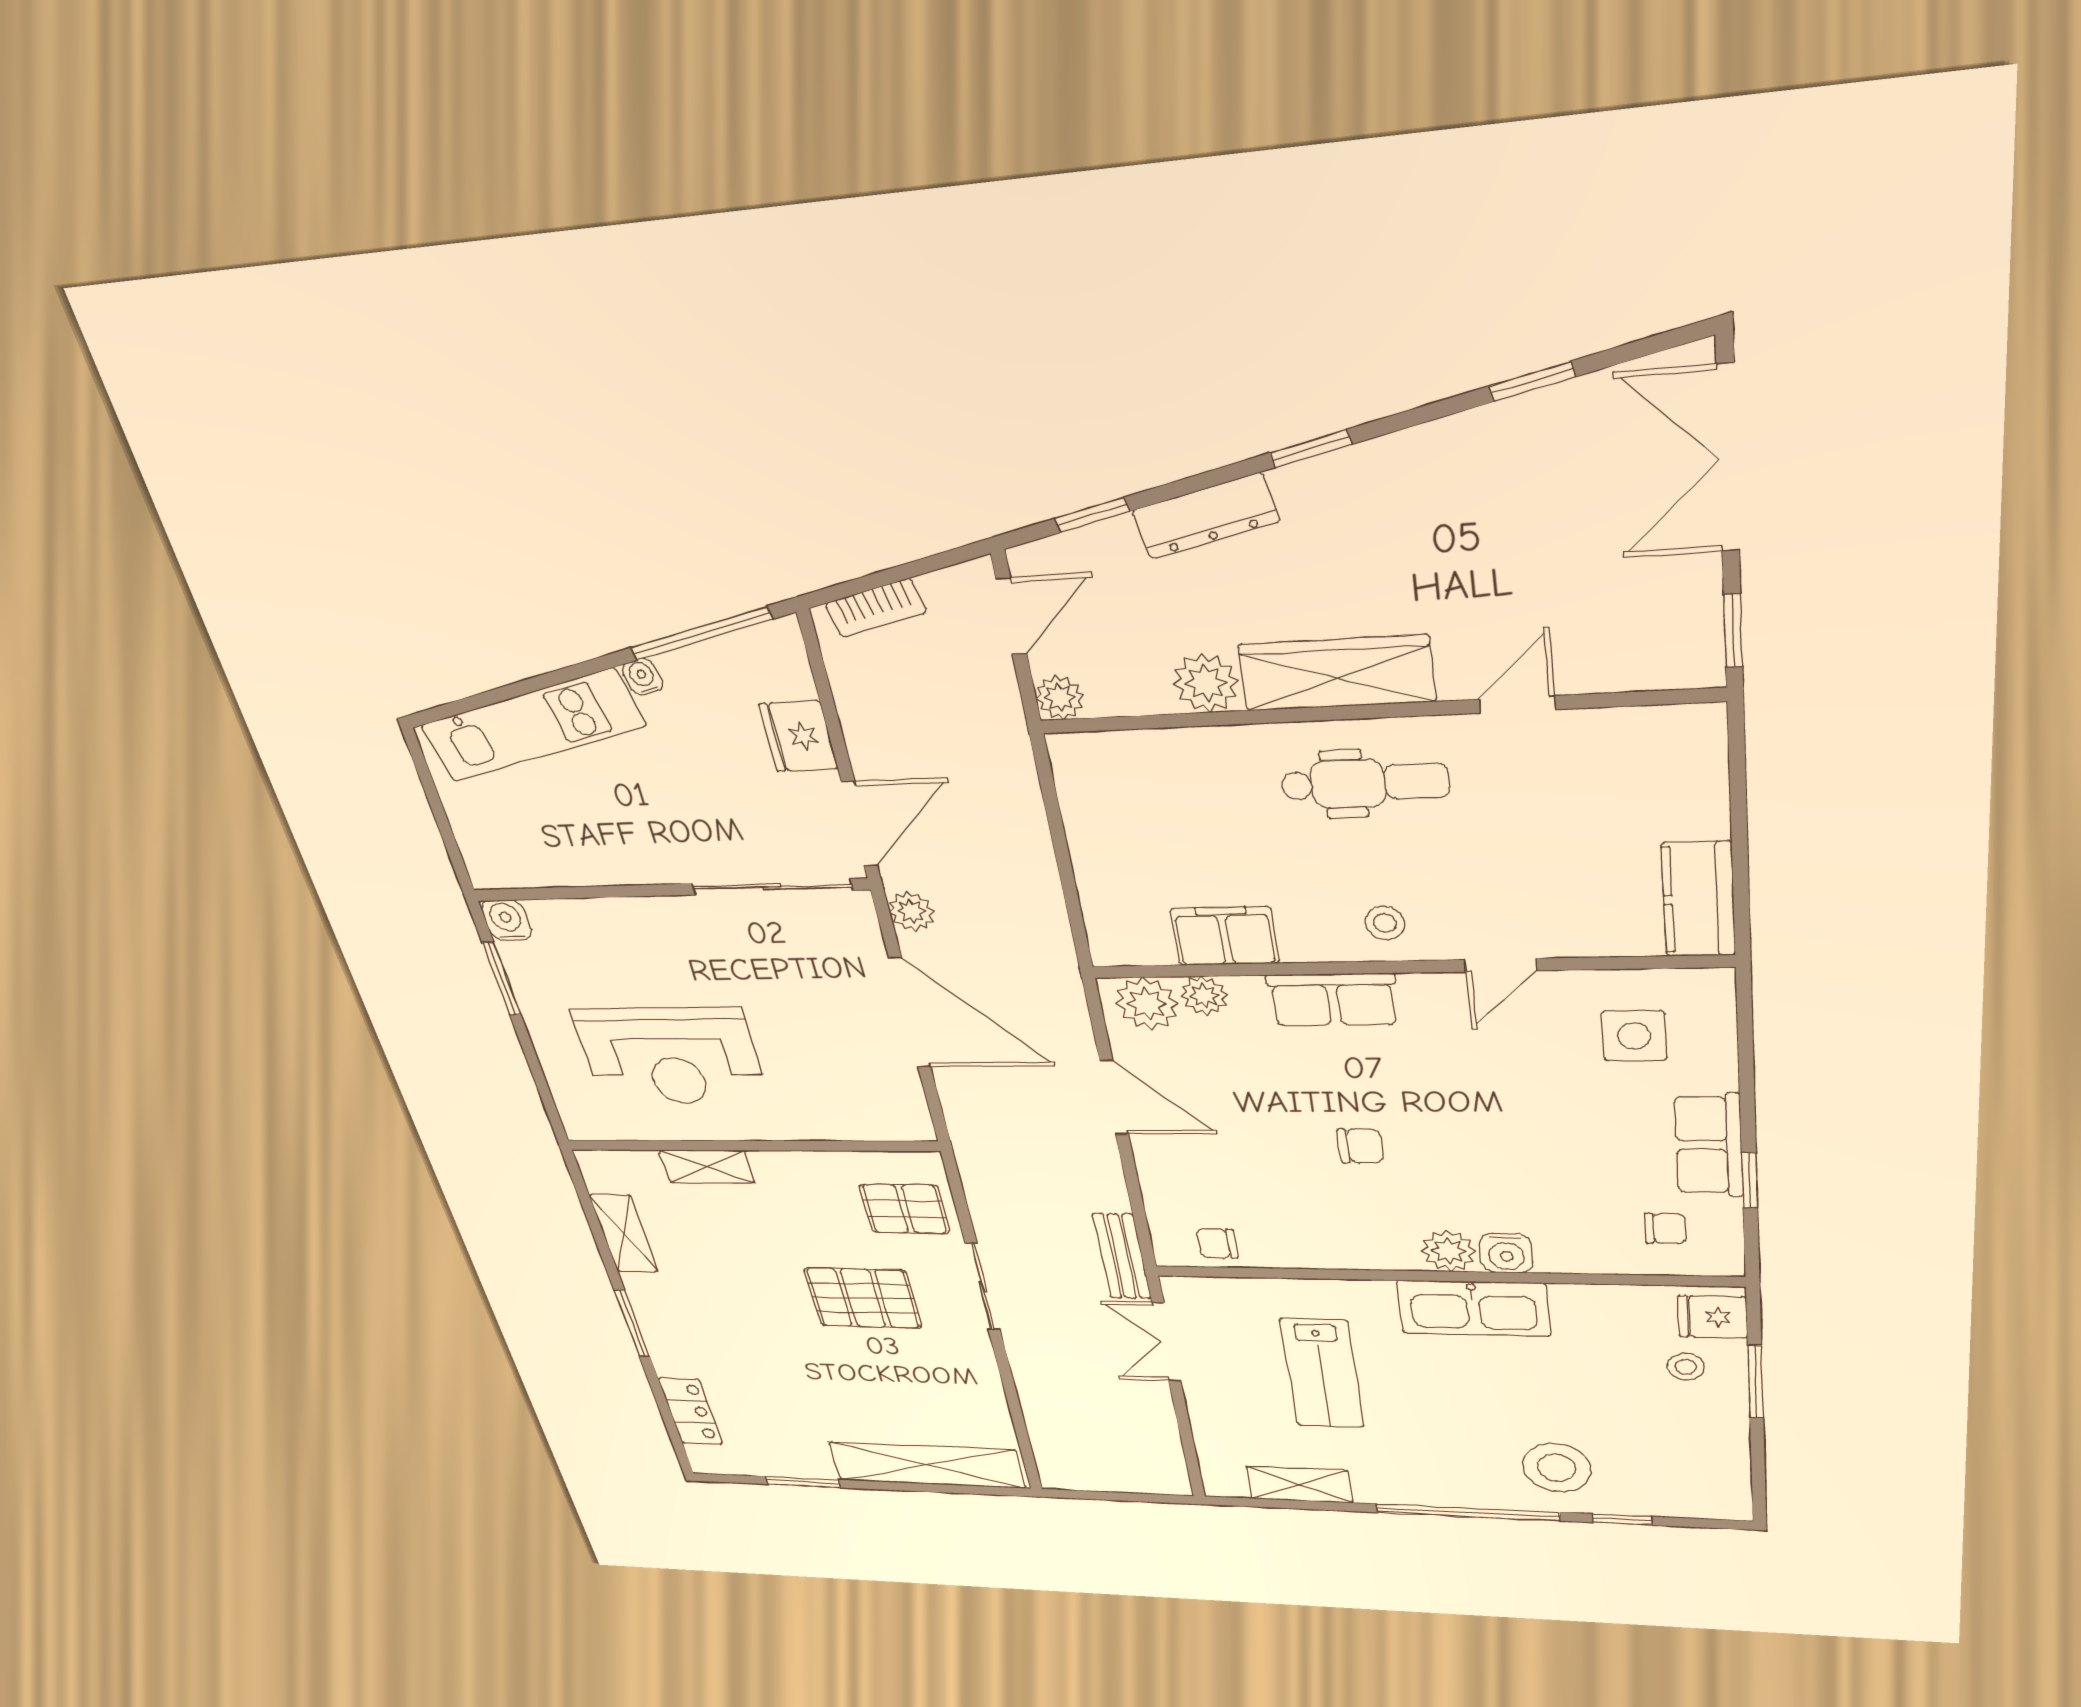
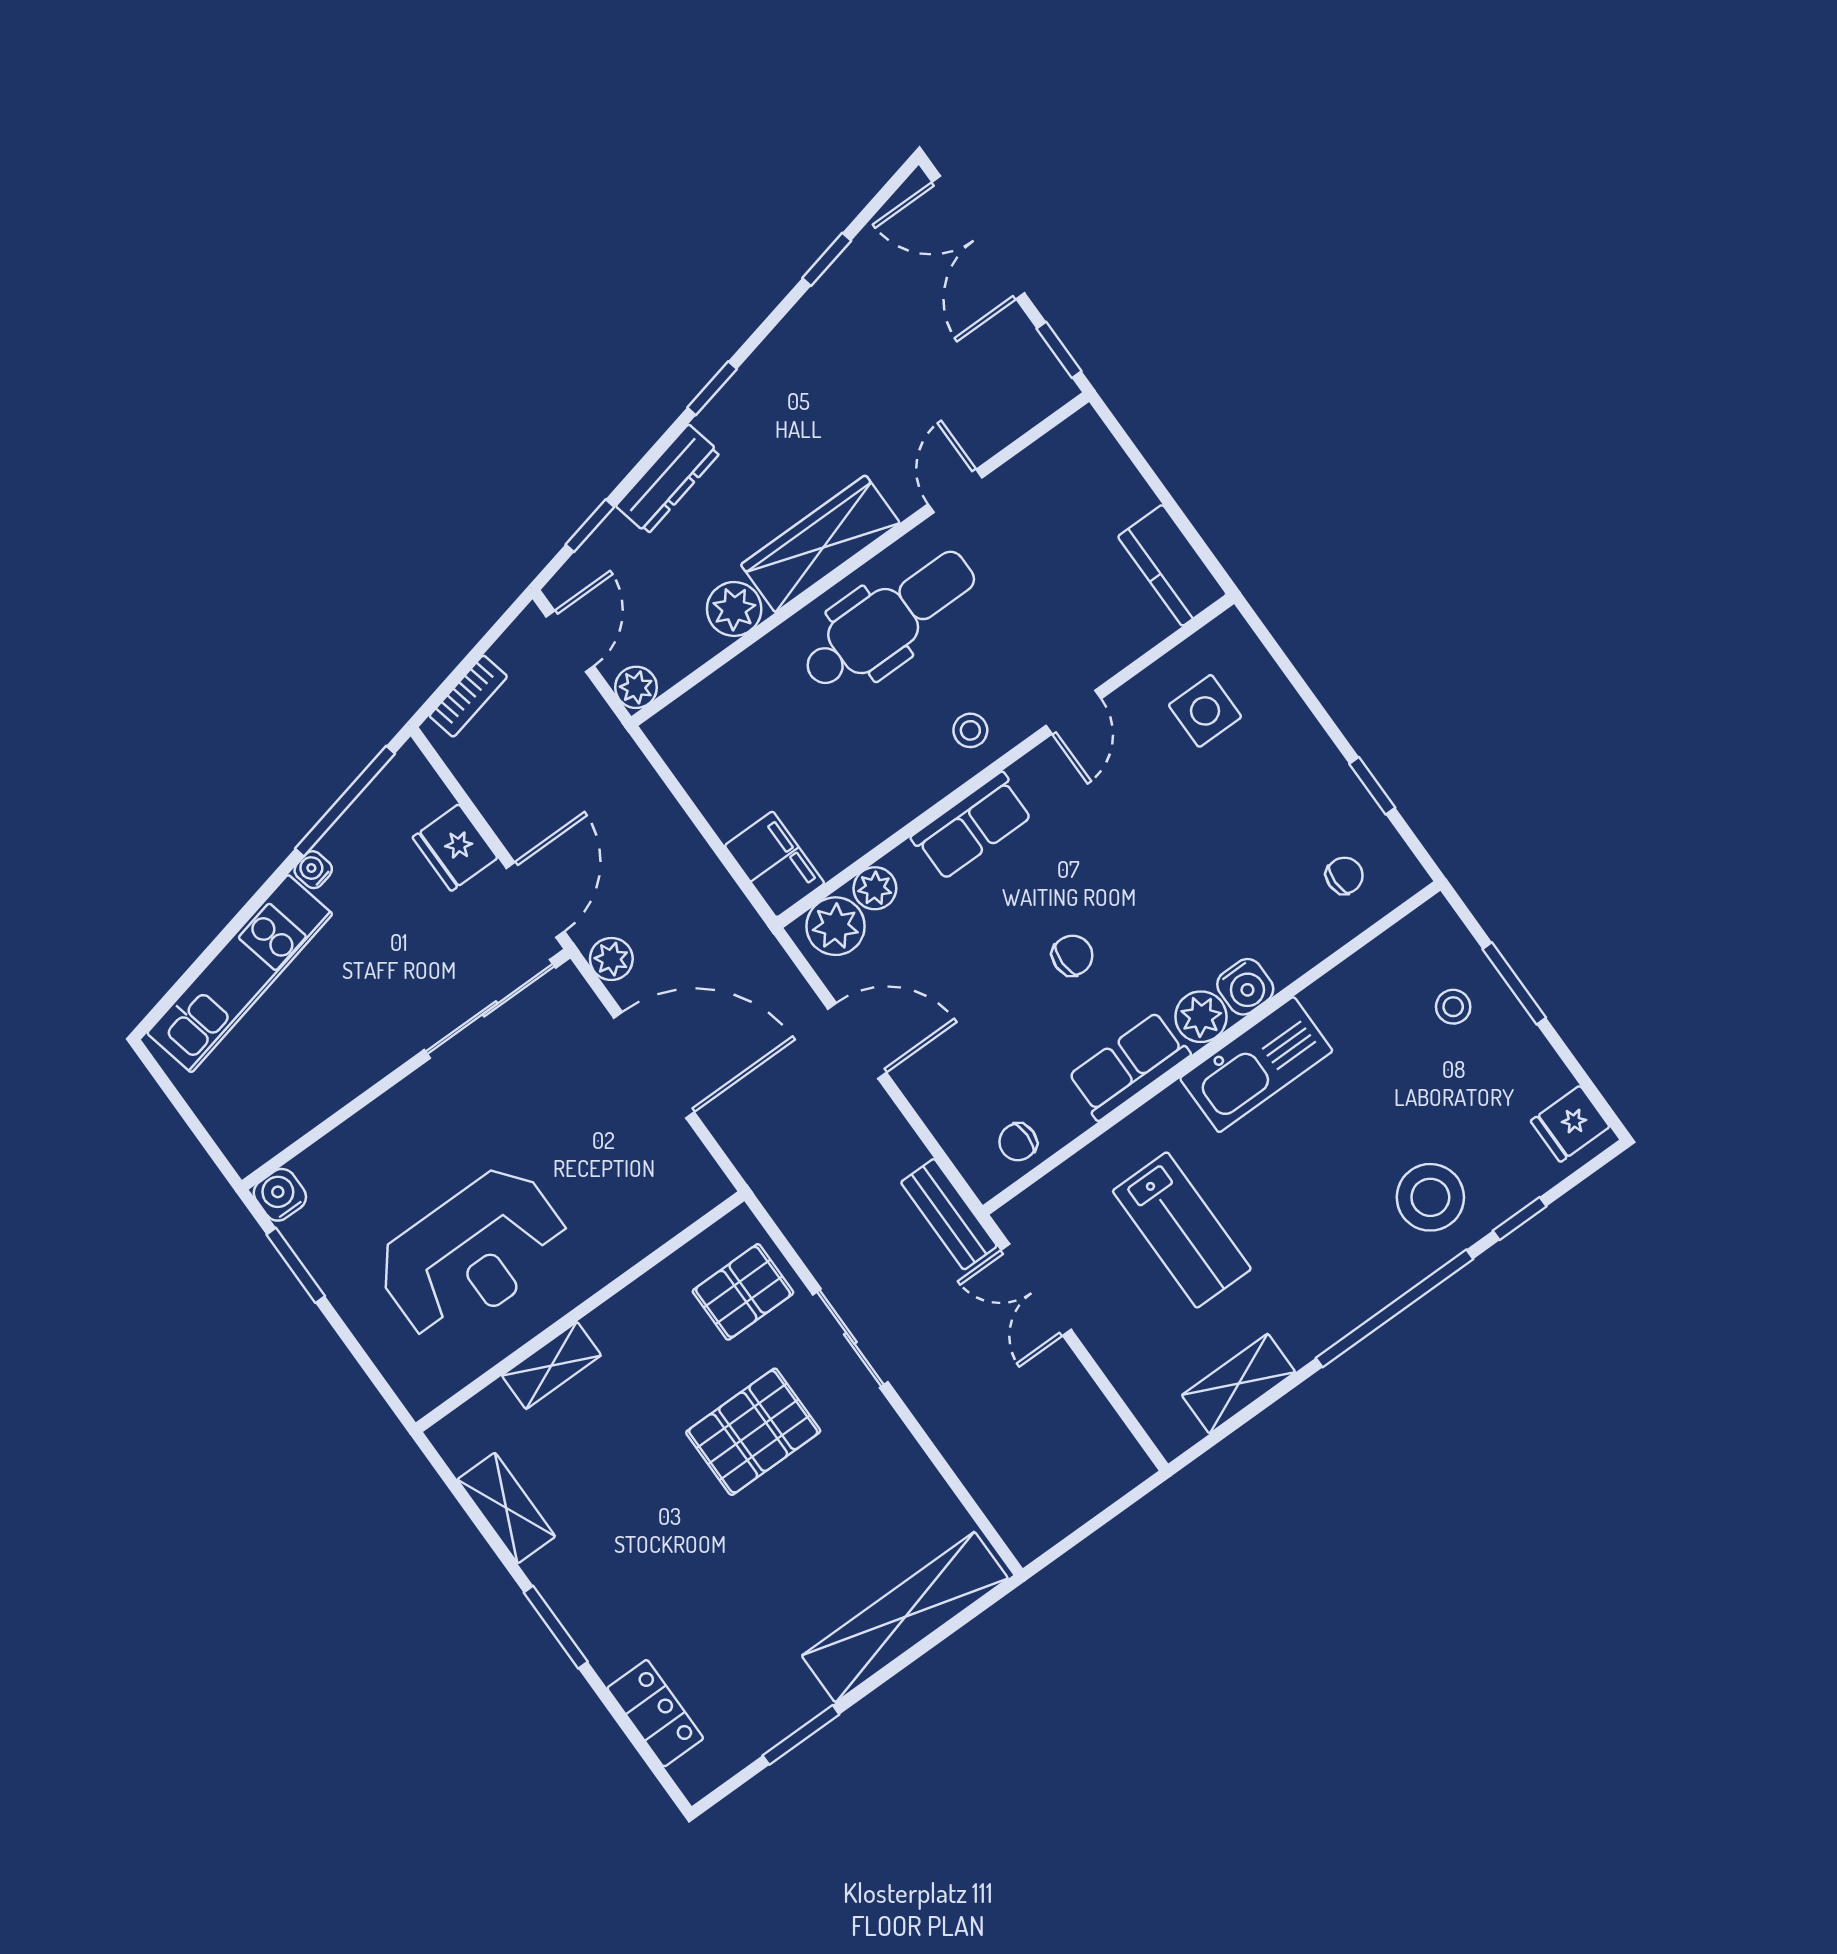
dental chair: (1365, 783) -> (889, 620), width x1.36, depth x1.38
filing cabinet: (1225, 936) -> (775, 864), moved, turned 90
row of seats: (1709, 1145) -> (1129, 1066), moved, turned 90
fridge: (1713, 1317) -> (1570, 1124), moved

